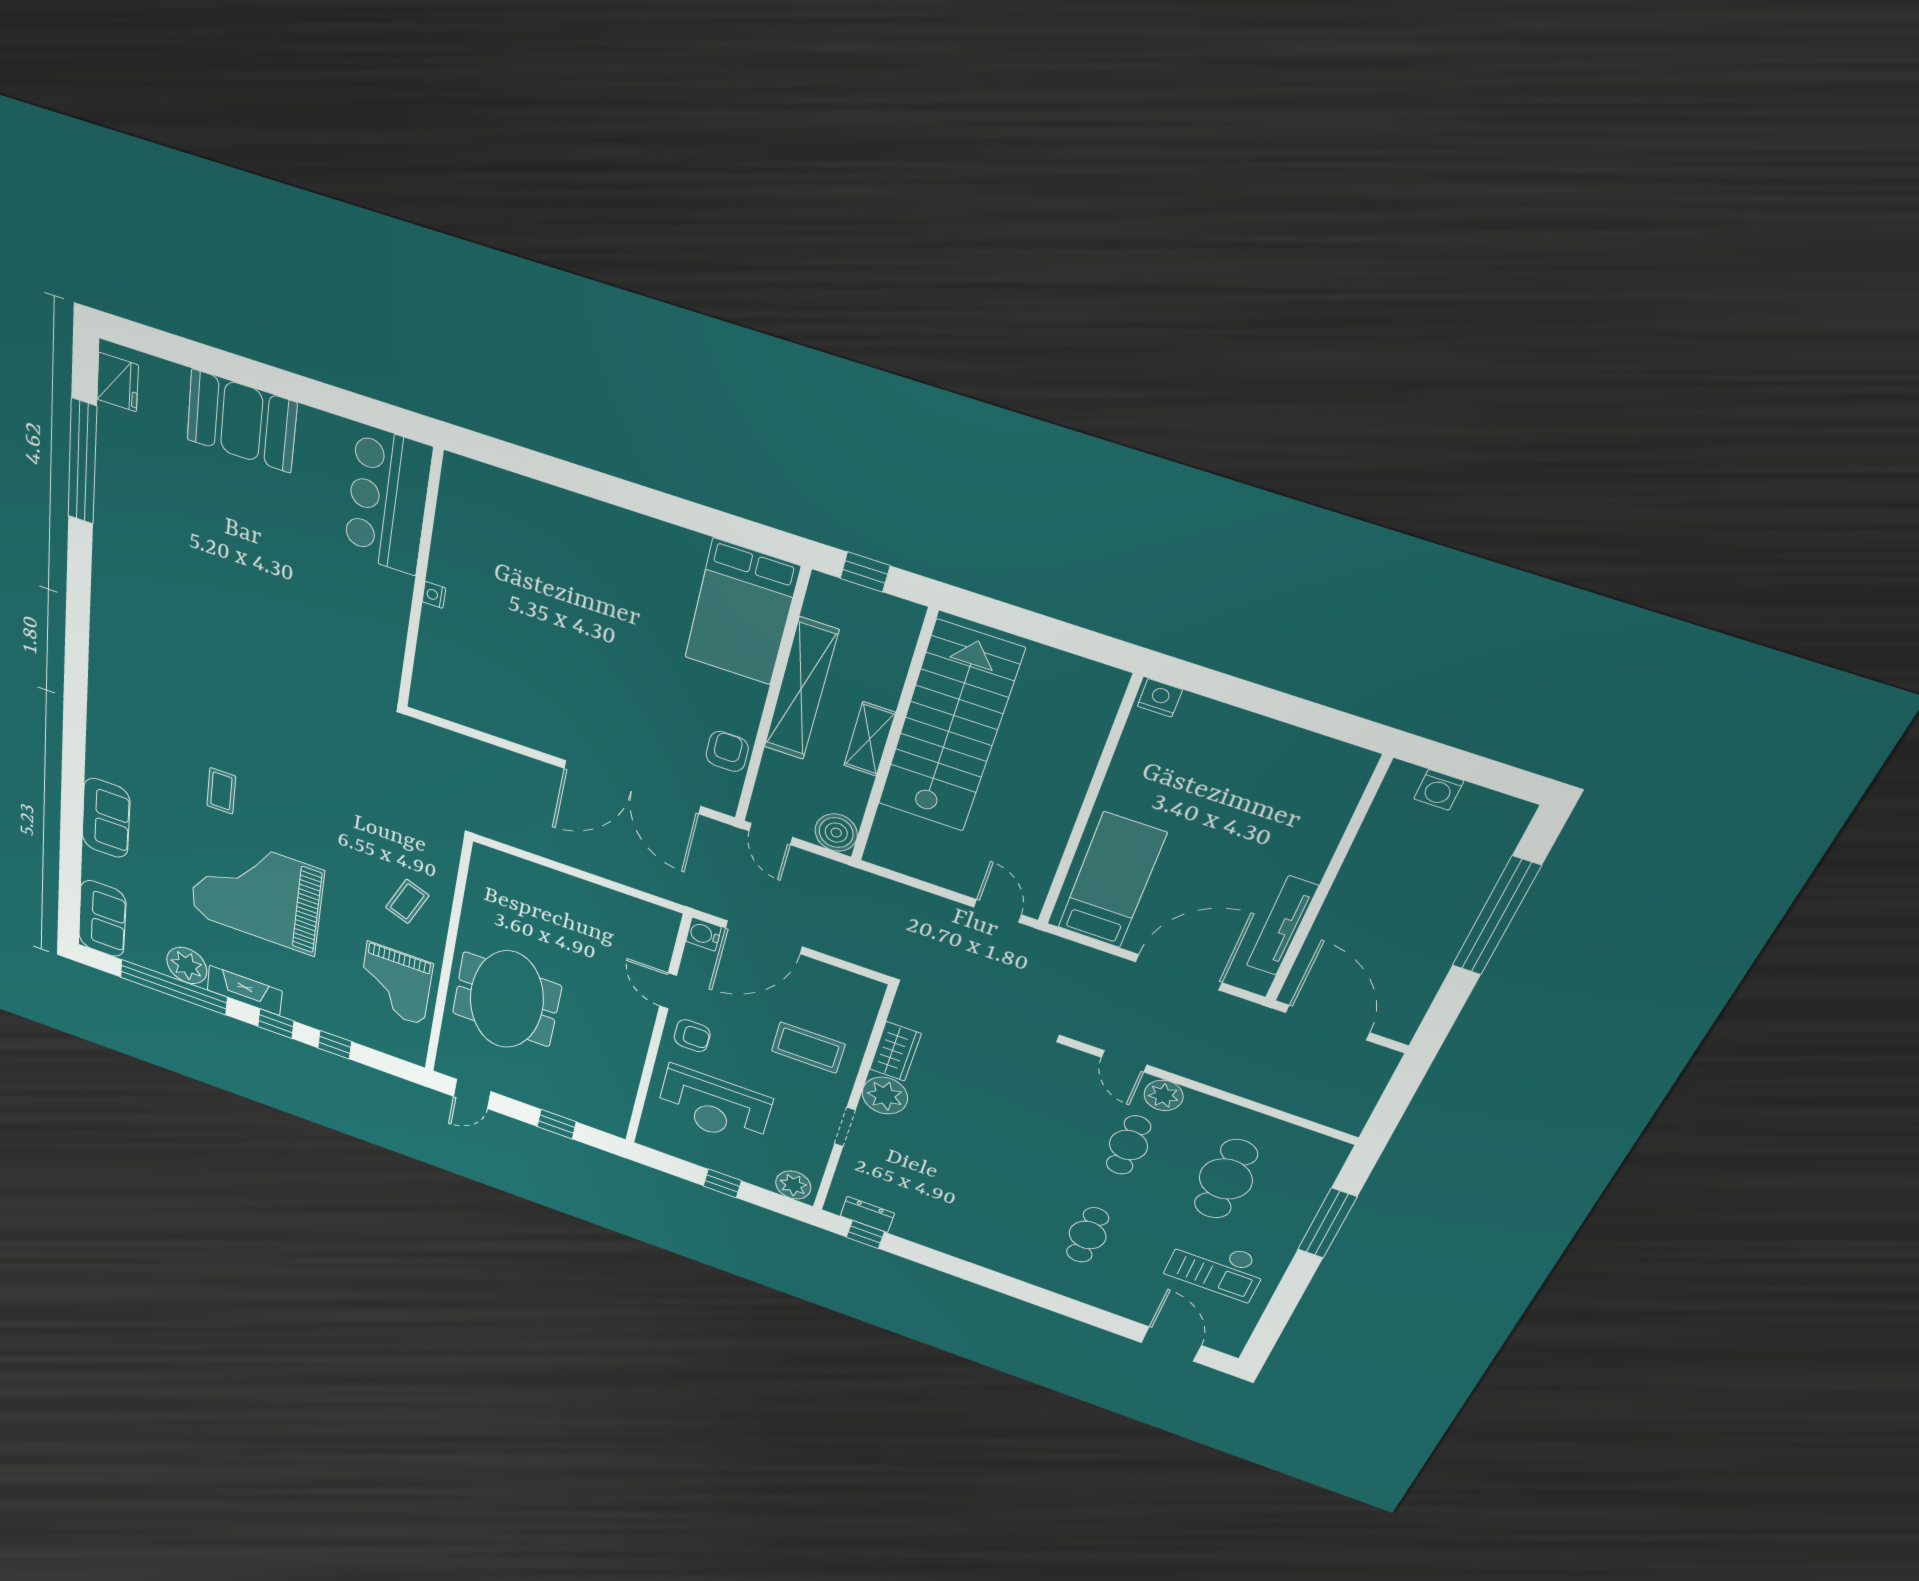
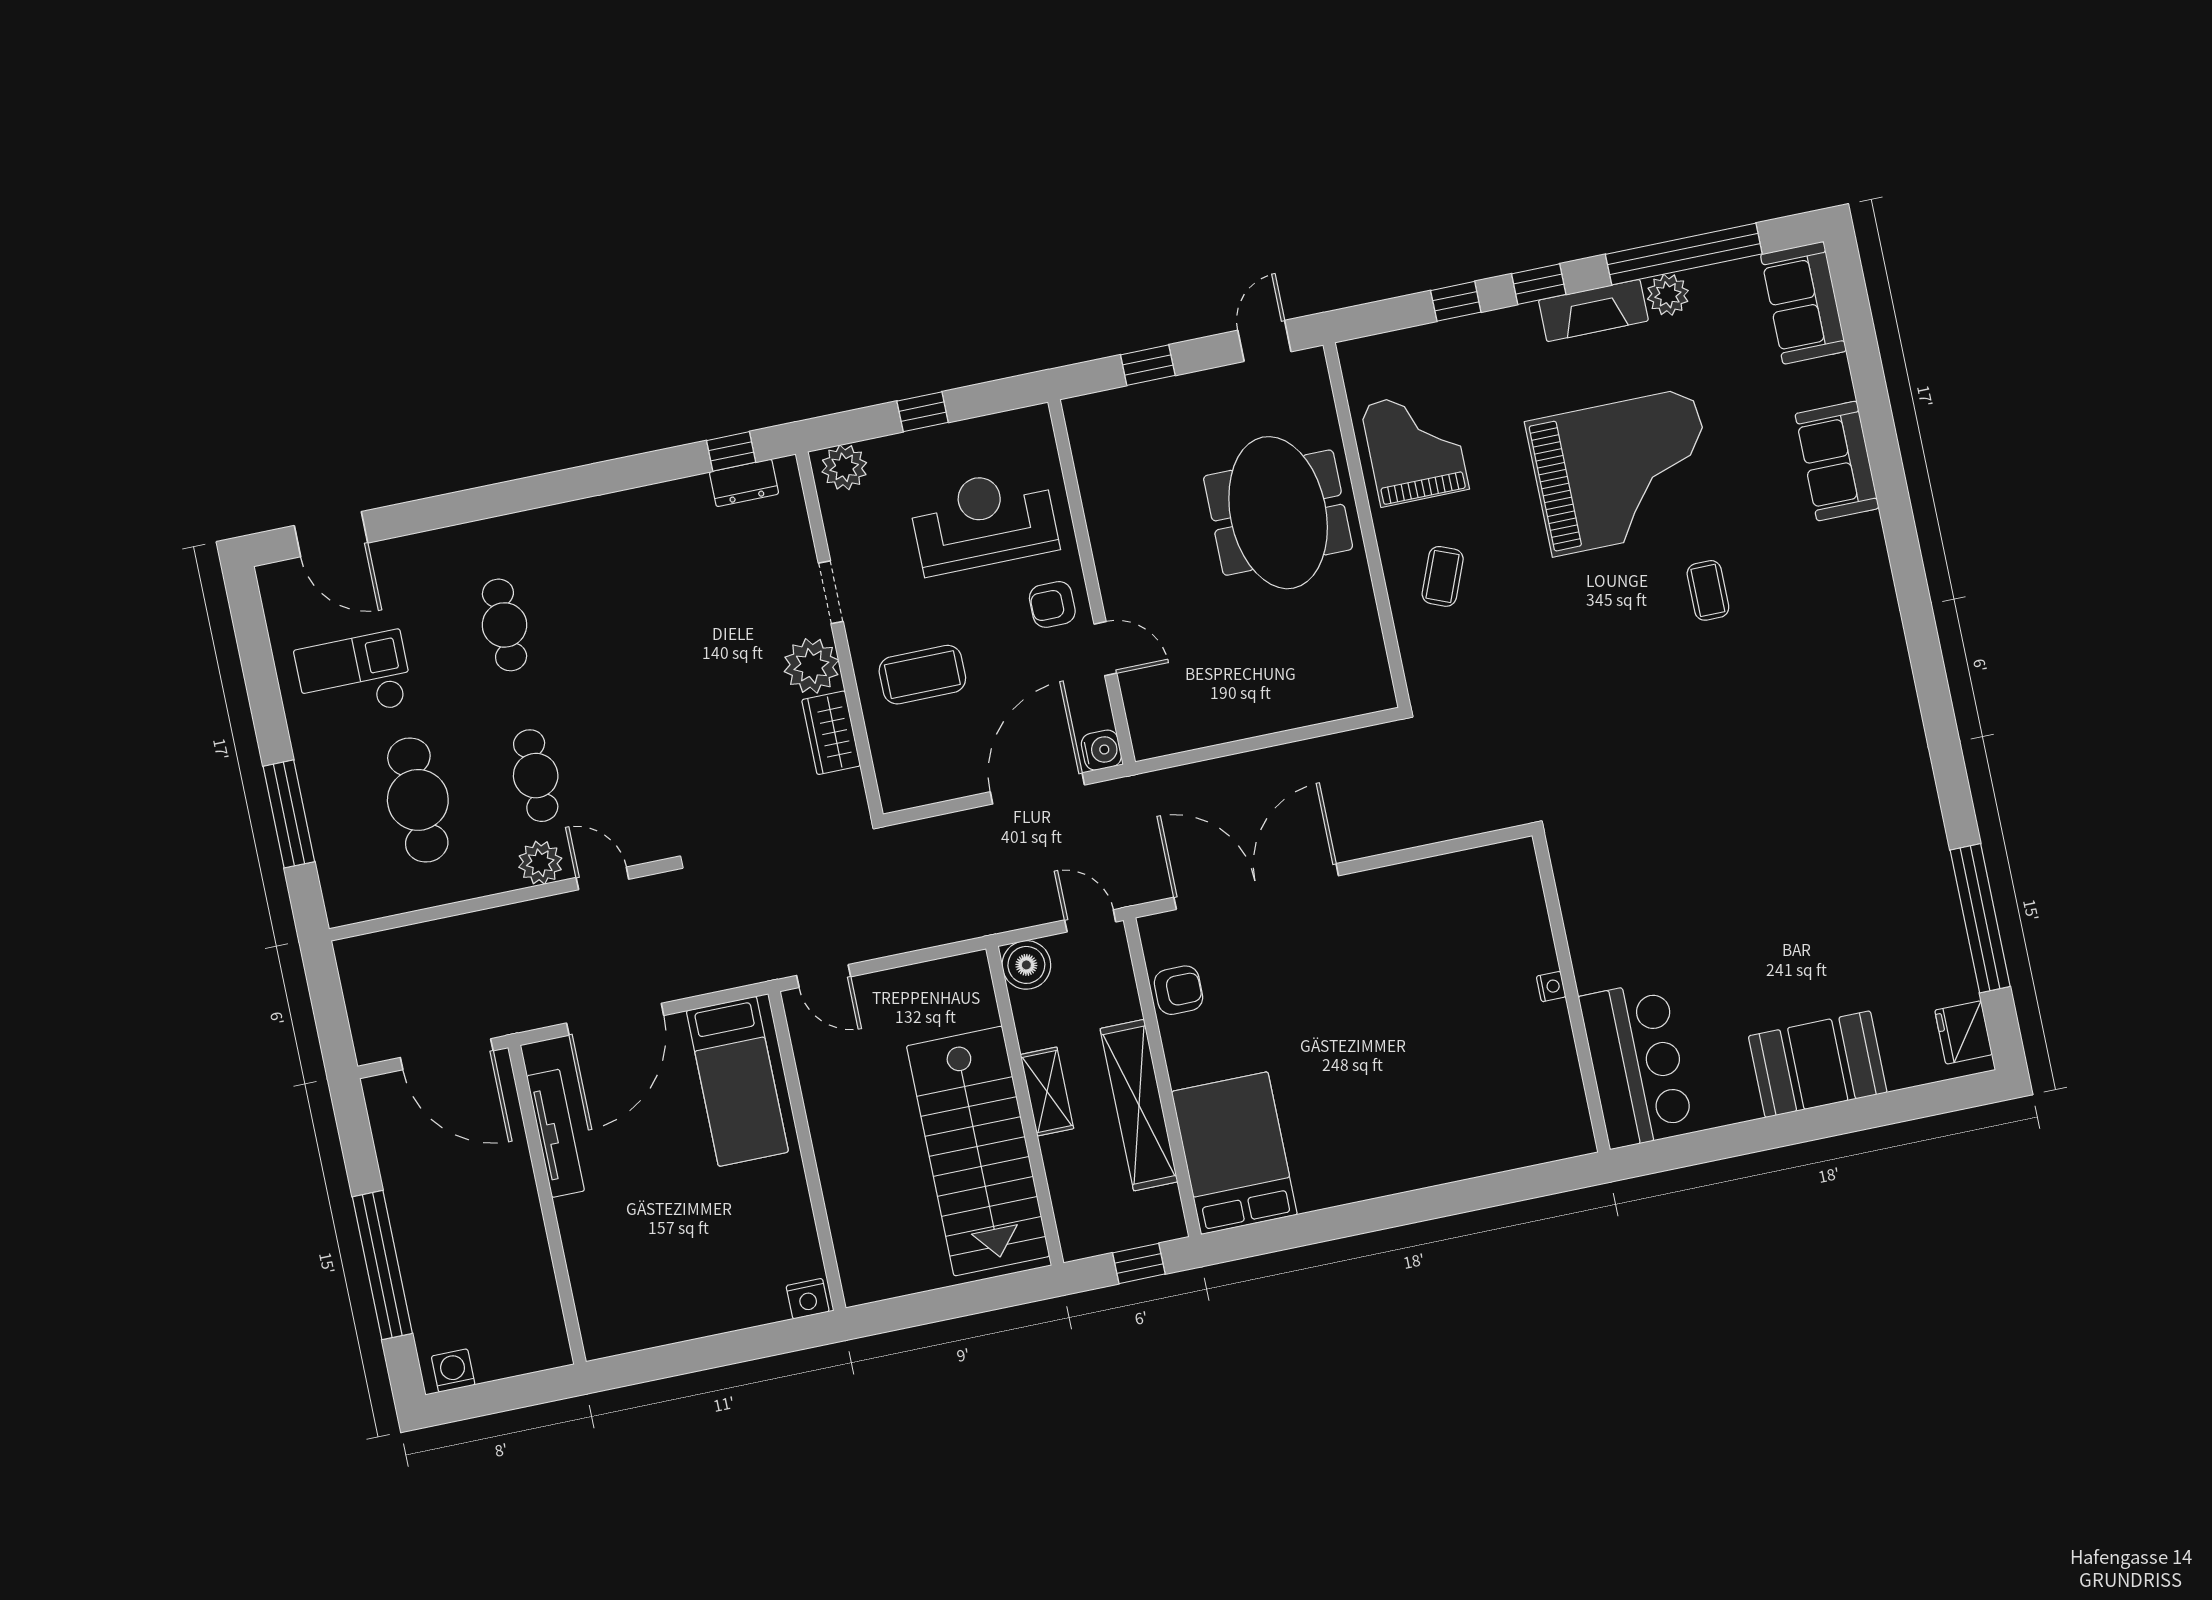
armchair: (727, 751) -> (1178, 990), turned -90
washing machine: (1439, 790) -> (453, 1371), moved
plant: (187, 965) -> (1668, 295), width x0.73, depth x0.73

